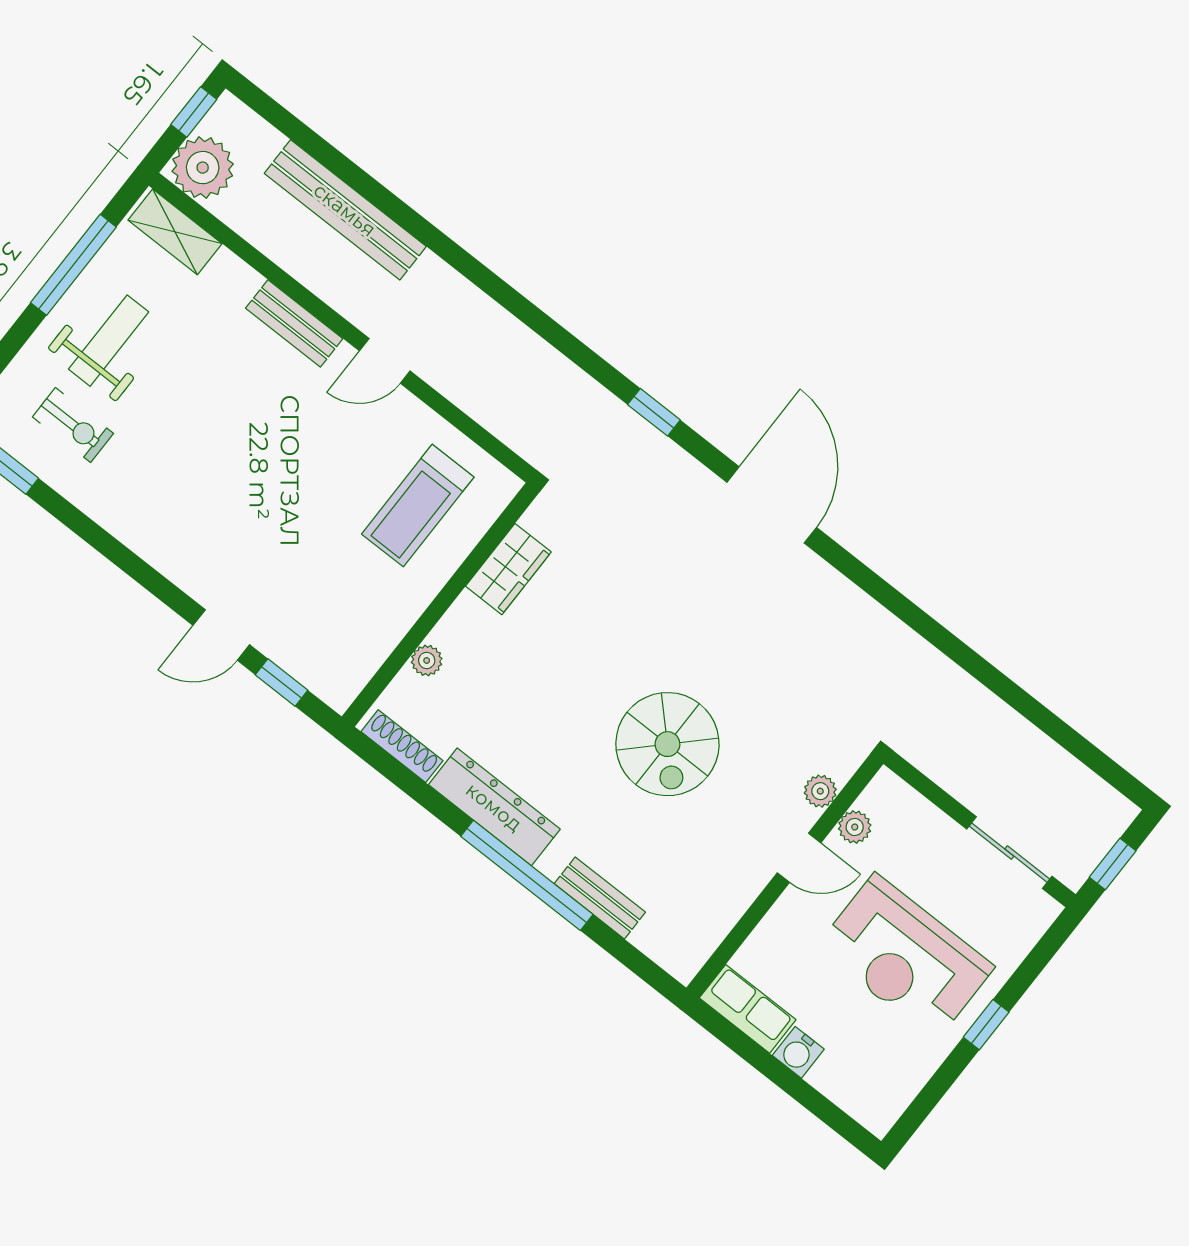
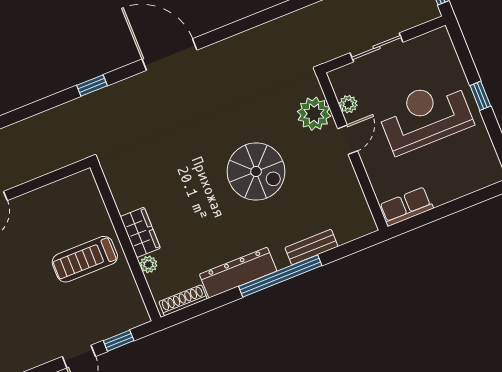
treadmill: (418, 506) -> (85, 259), moved, turned 90
wardrobe: (508, 569) -> (140, 232), moved
plant: (820, 791) -> (314, 114), width x1.87, depth x1.87
sliding door: (1009, 853) -> (377, 47), moved
reception desk: (905, 957) -> (425, 116), turned 180
water cooler: (798, 1052) -> (441, 194), removed

